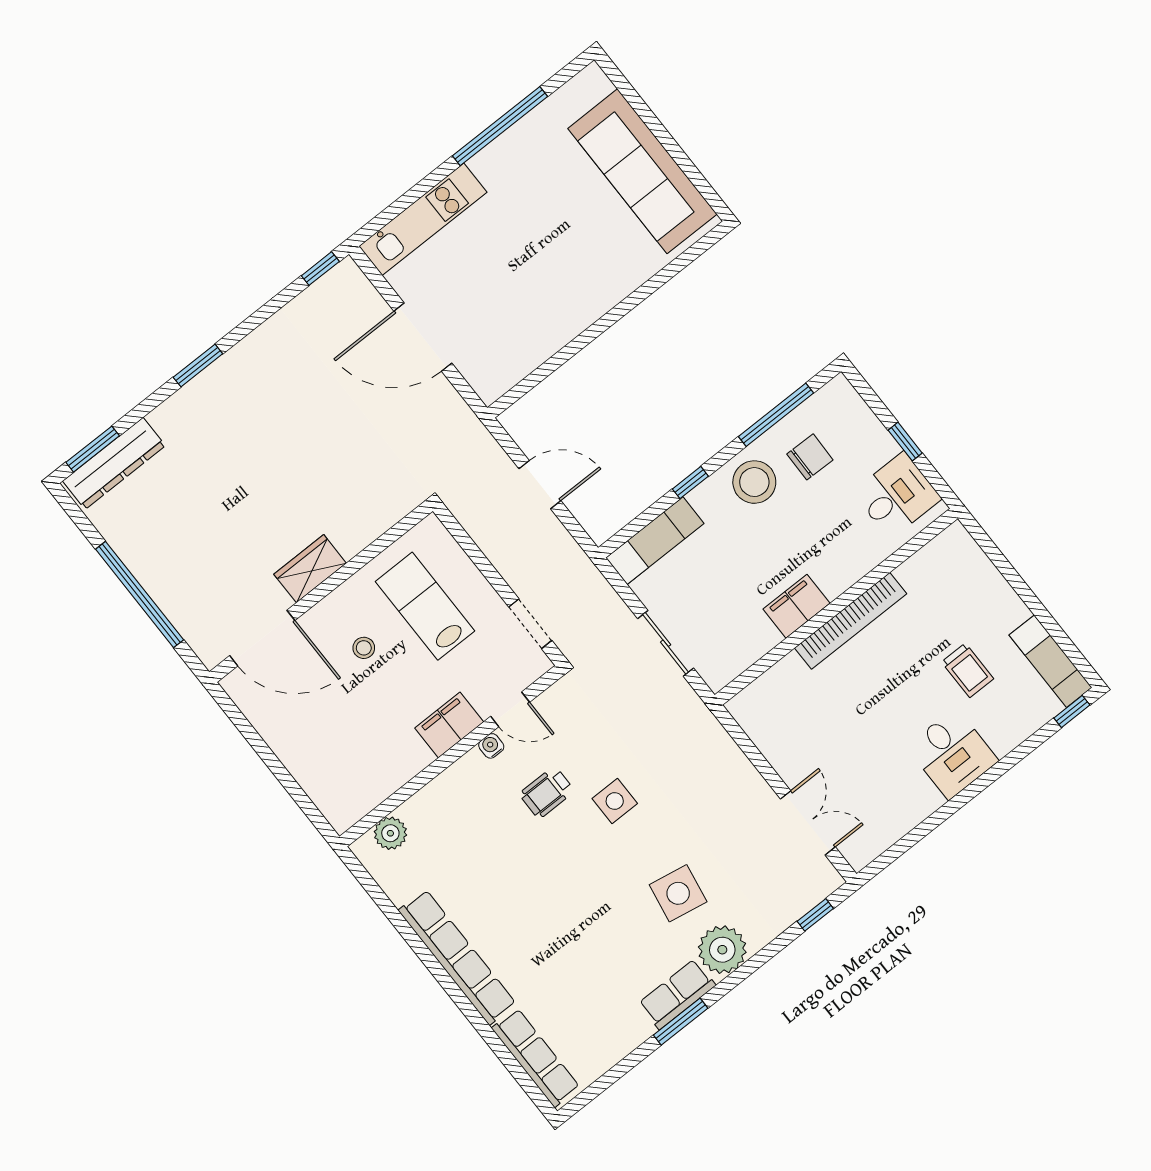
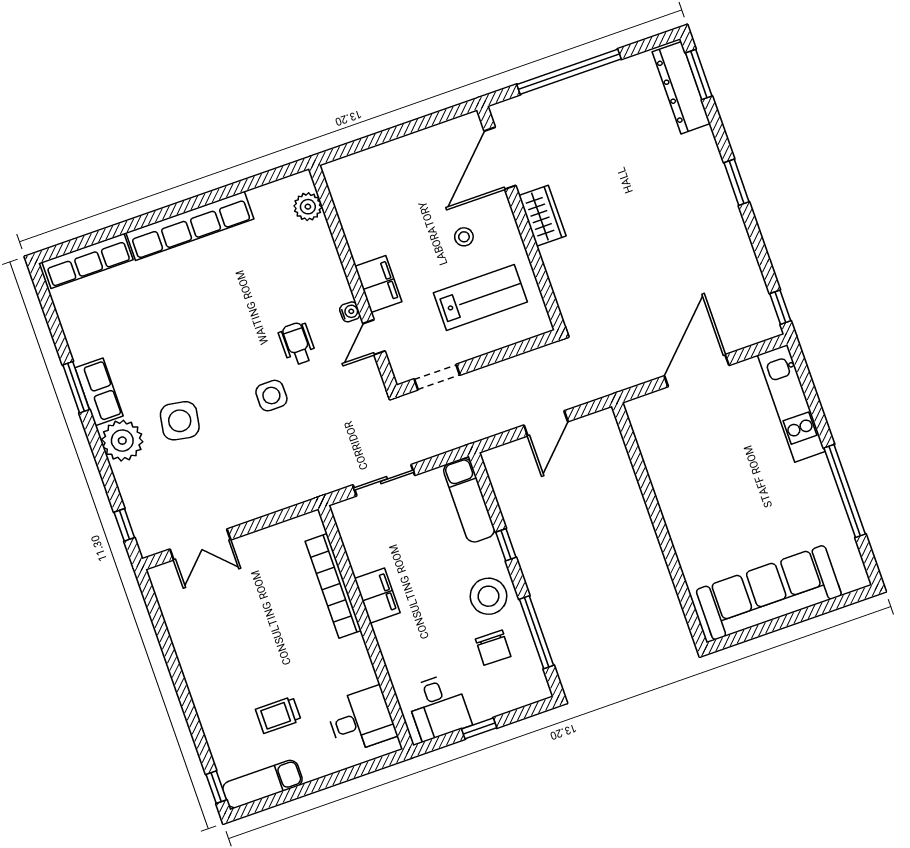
bookcase: (851, 621) -> (333, 586), moved
desk: (952, 754) -> (361, 720), moved, turned 180

